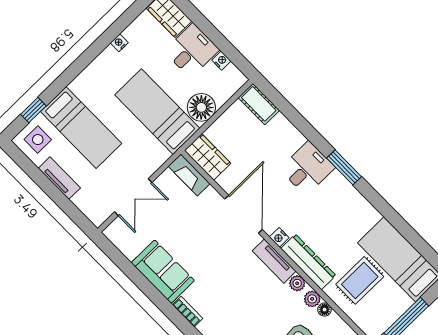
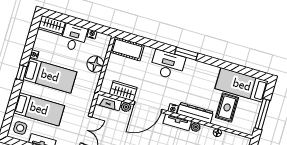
cot: (259, 104) -> (127, 49), width x1.37, depth x1.34
window: (33, 110) -> (21, 73), moved
bed: (157, 112) -> (50, 76), moved, turned 180
wardrobe: (208, 157) -> (123, 91), moved
desk: (307, 168) -> (168, 65), width x1.37
door: (244, 214) -> (148, 107), swing flipped
plant: (312, 299) -> (126, 107), moved

